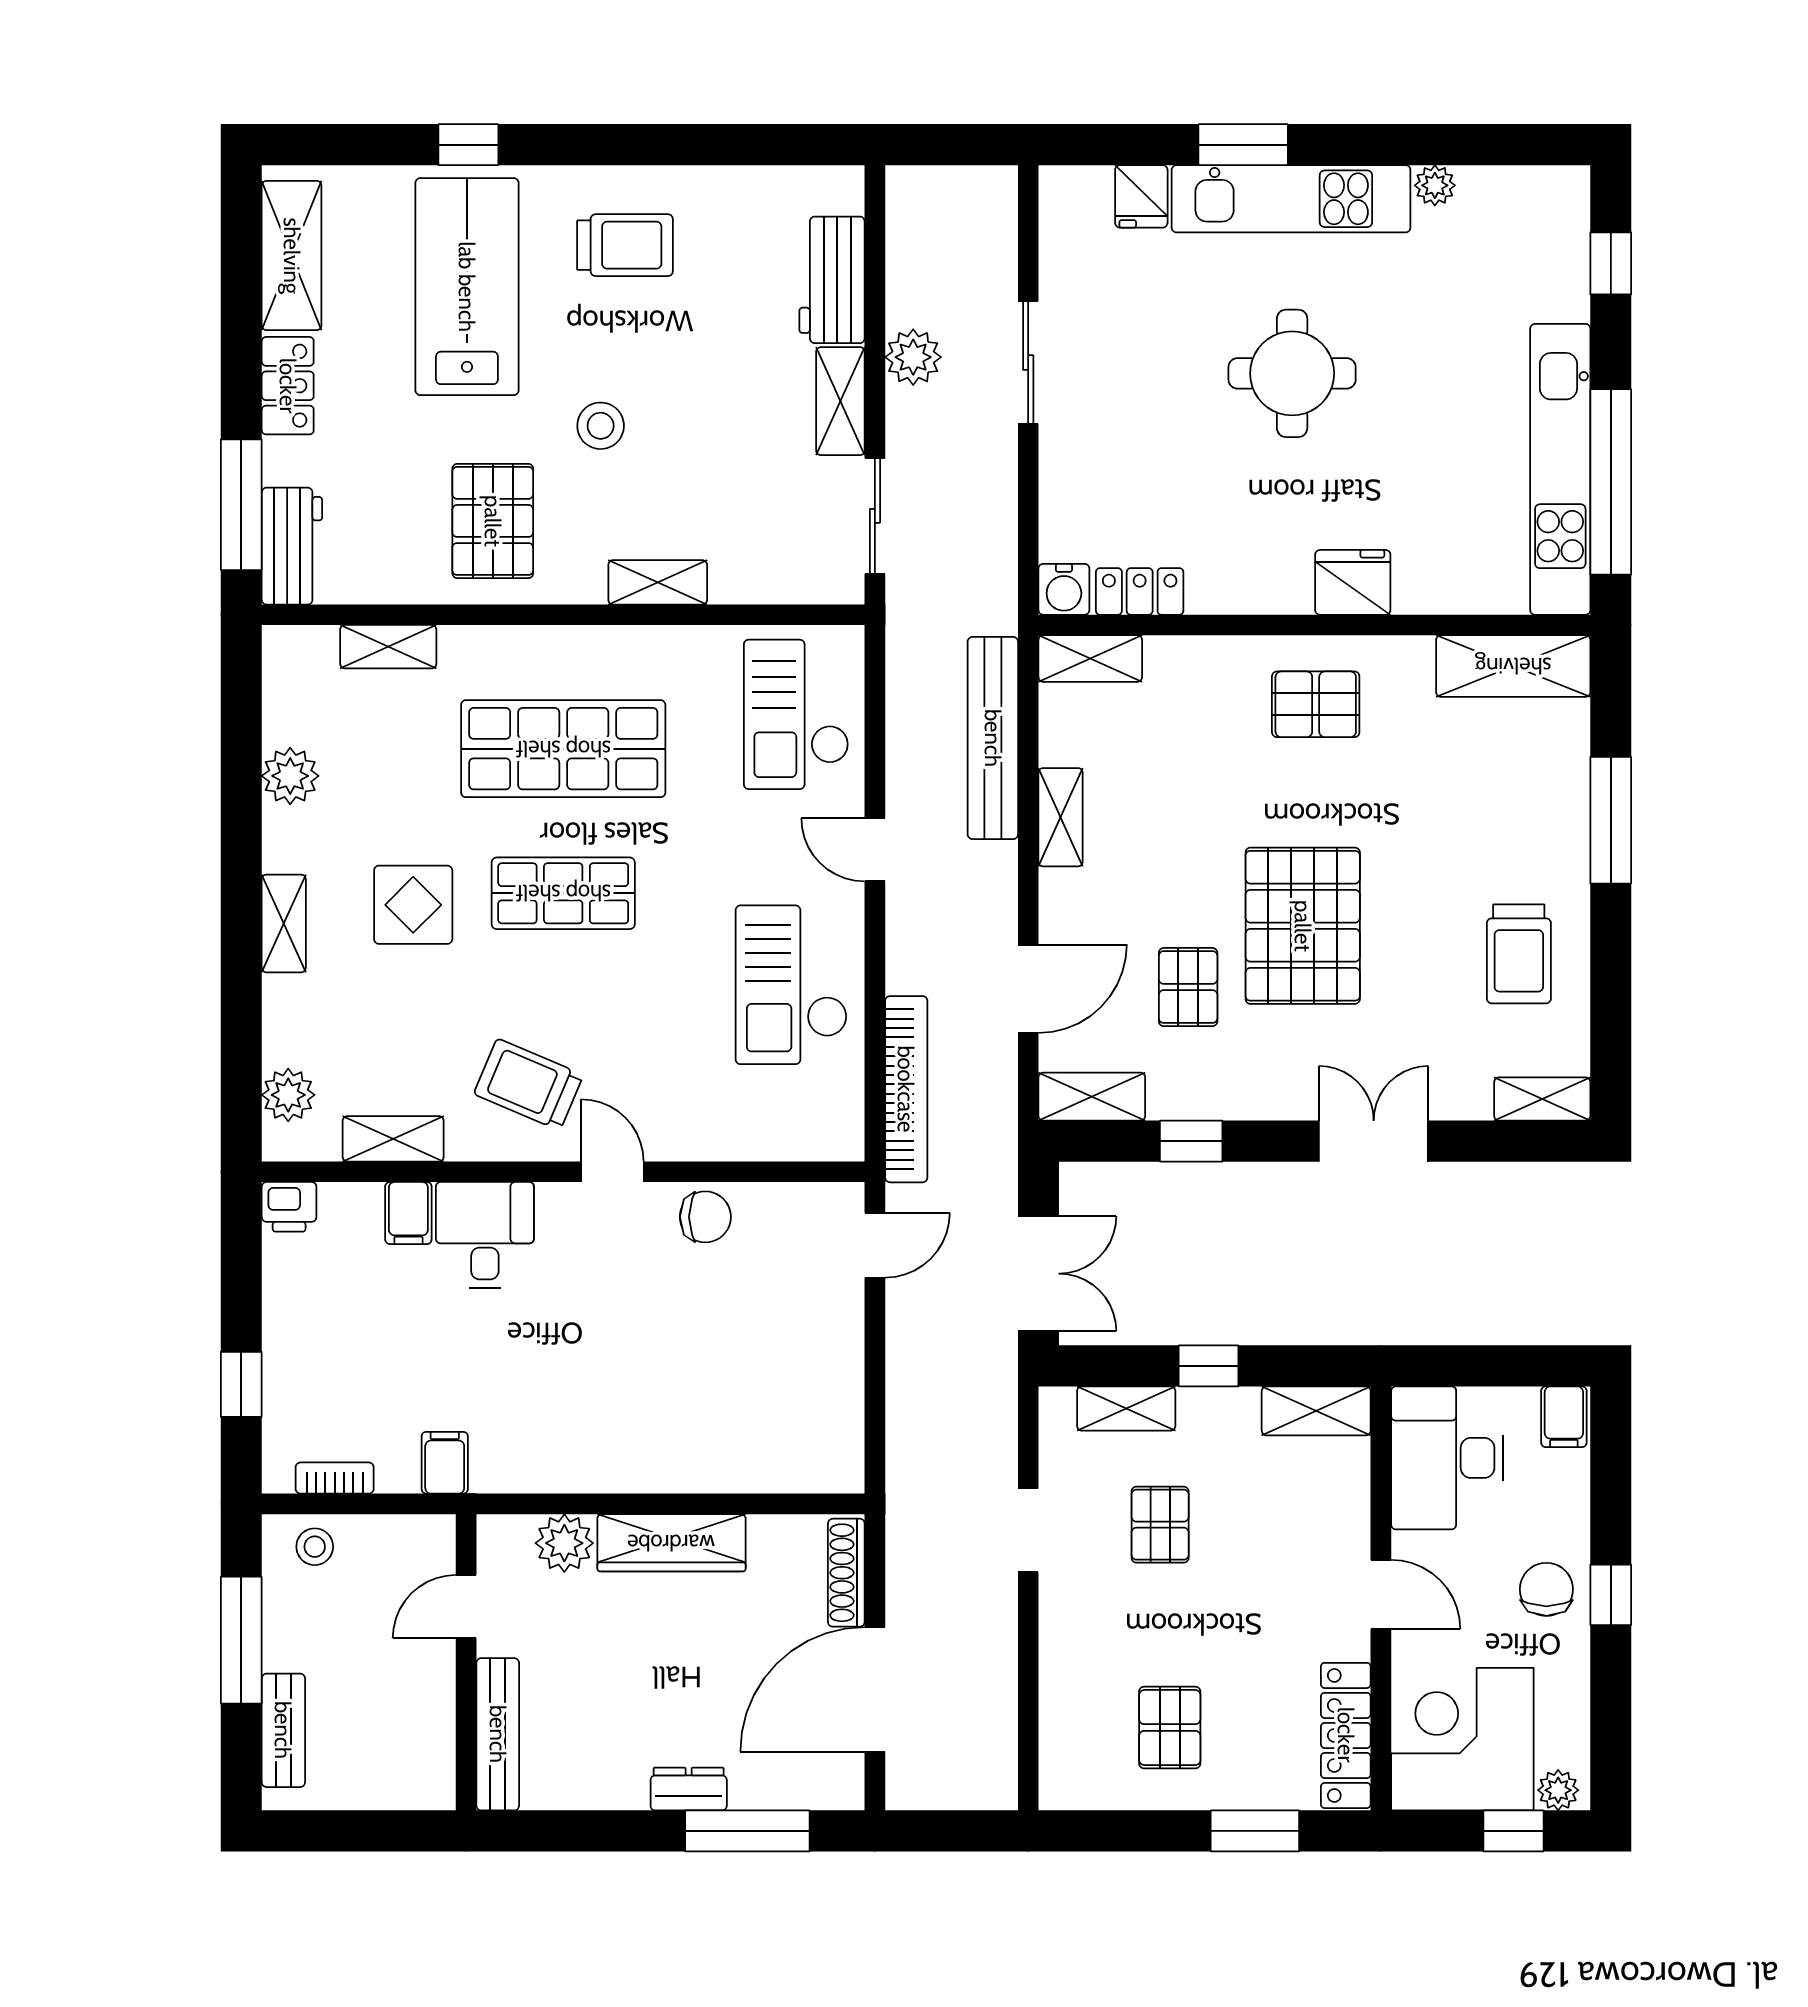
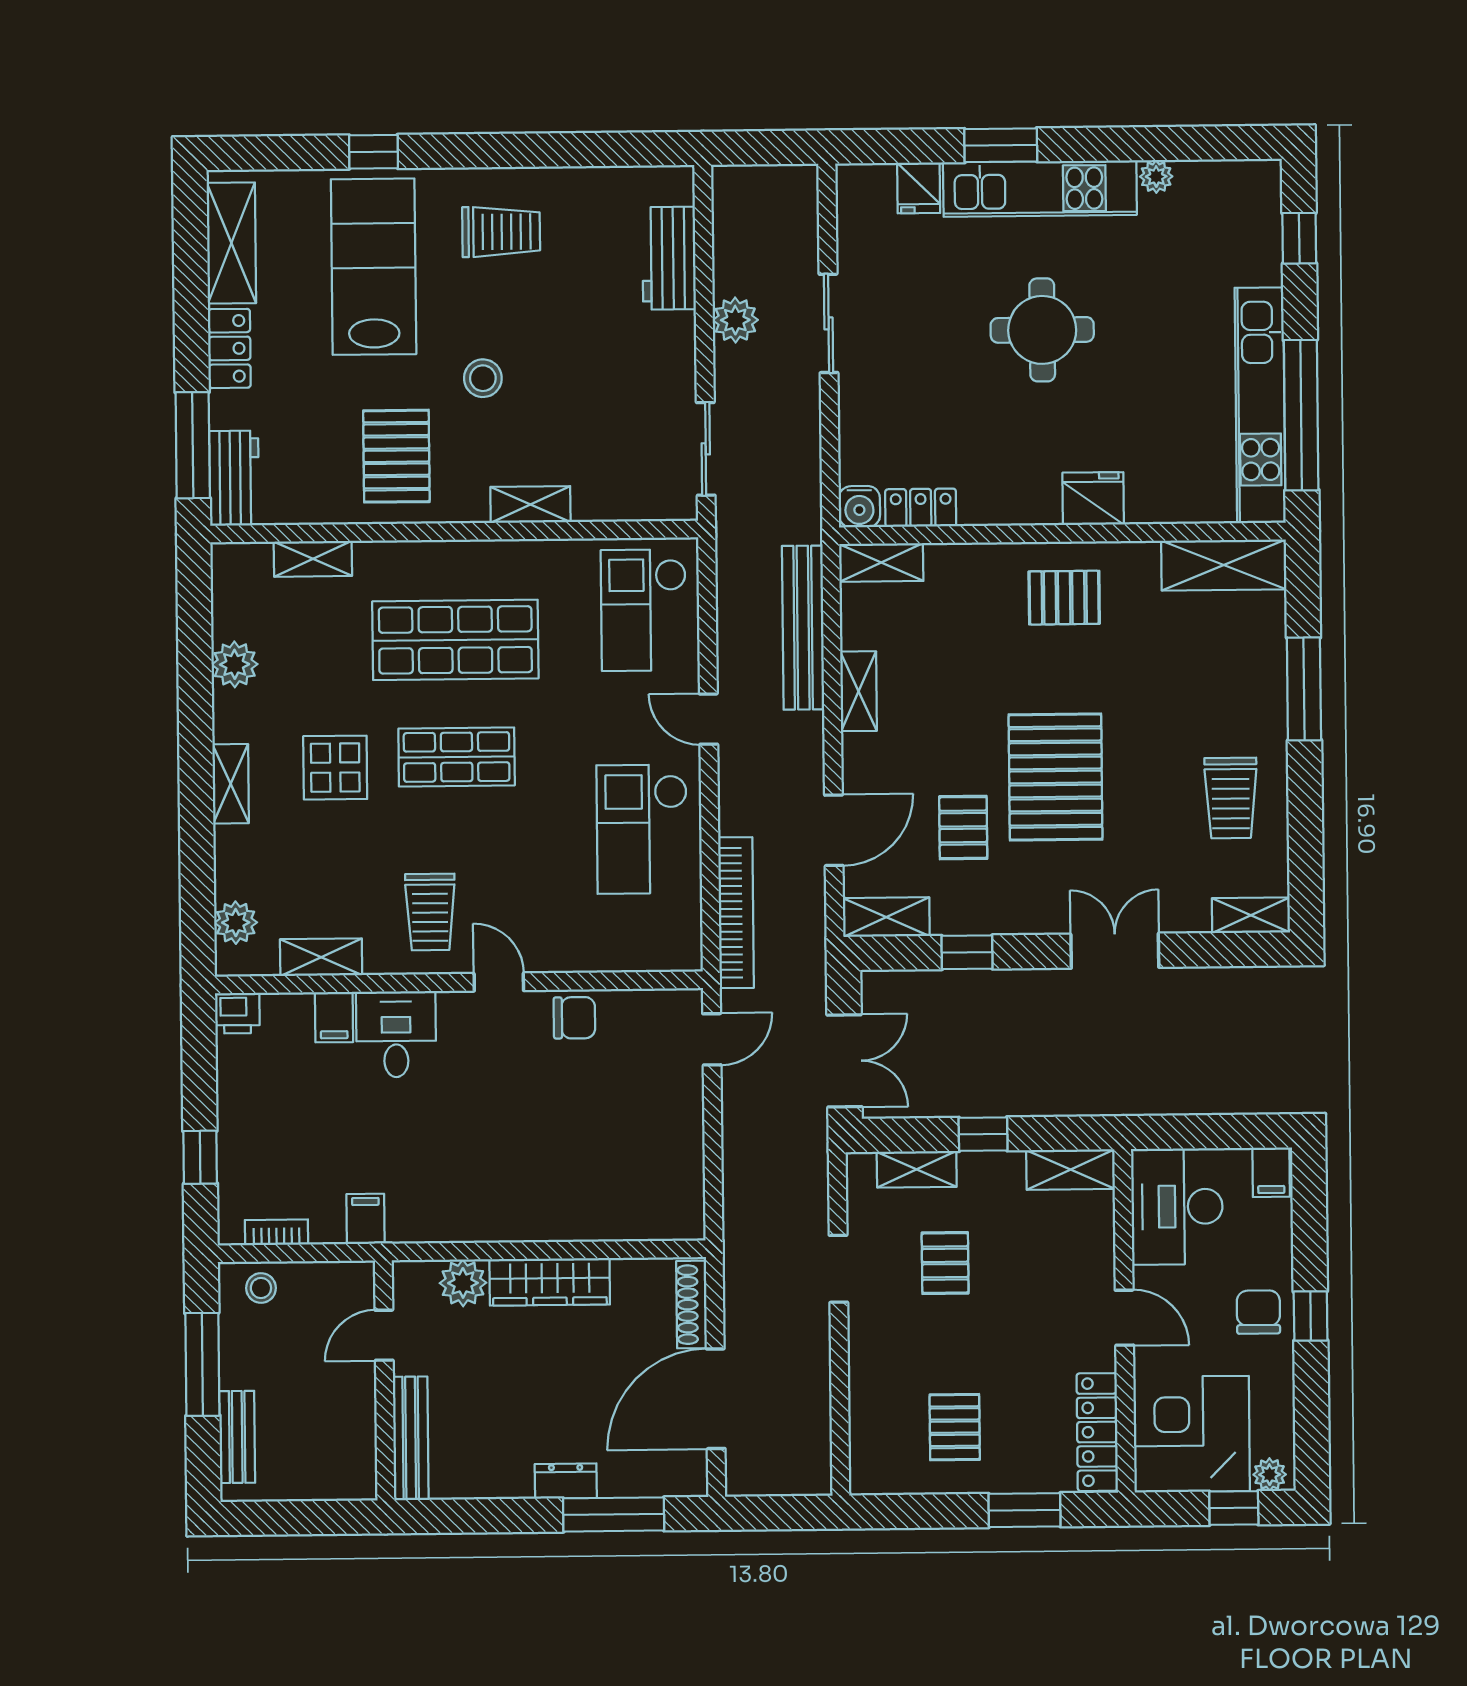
shelving: (840, 401) -> (677, 356), removed
trolley: (528, 1084) -> (430, 912), turned -113

